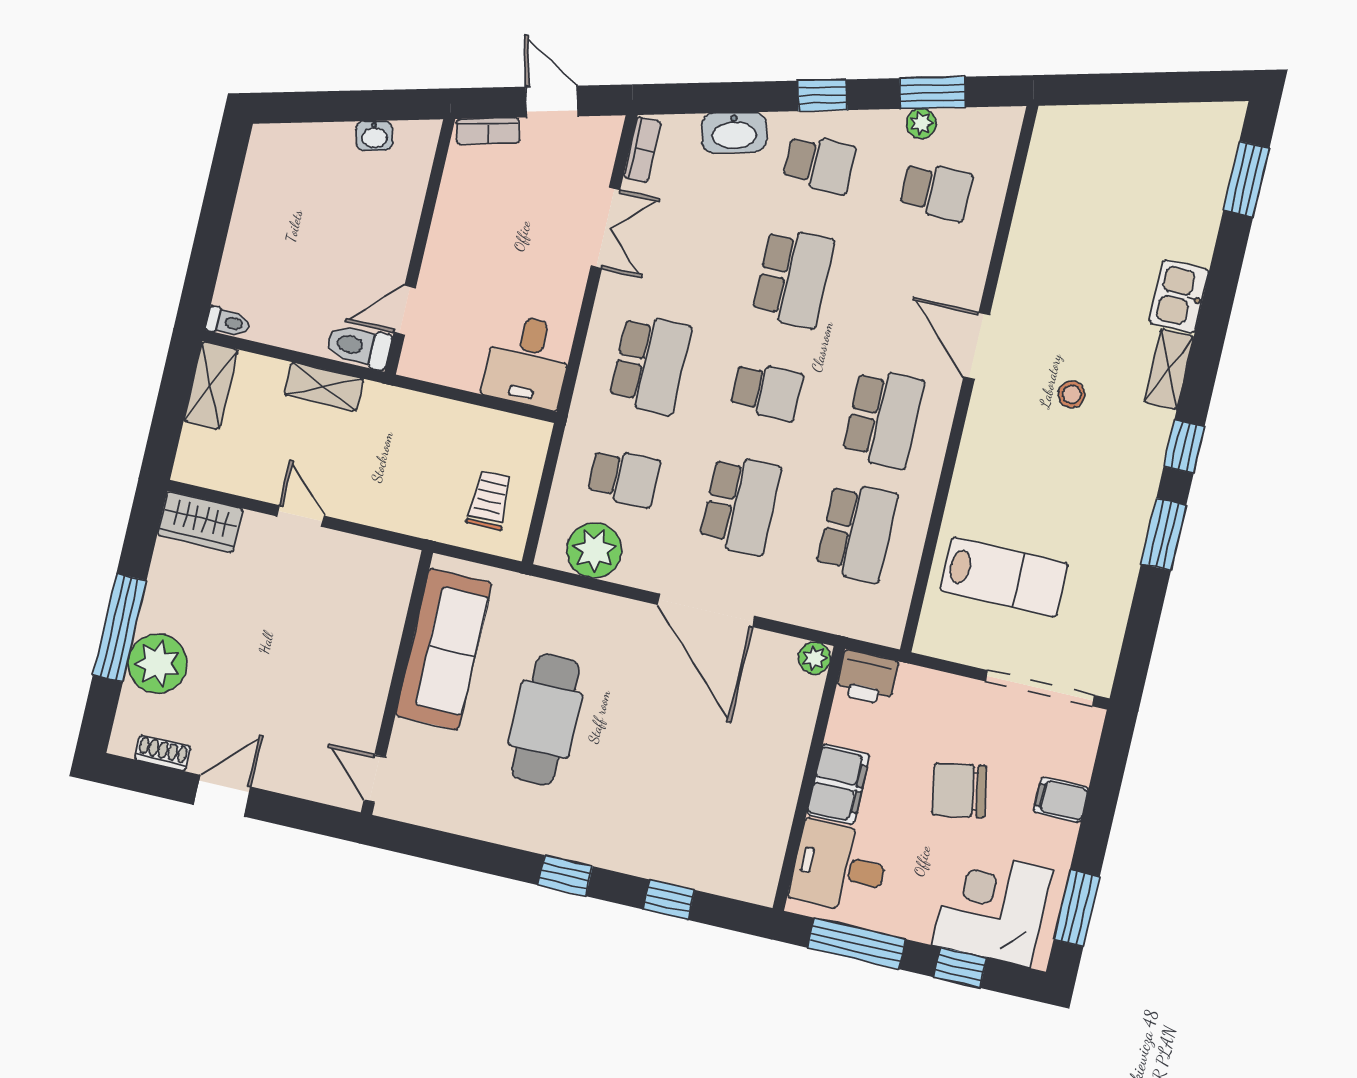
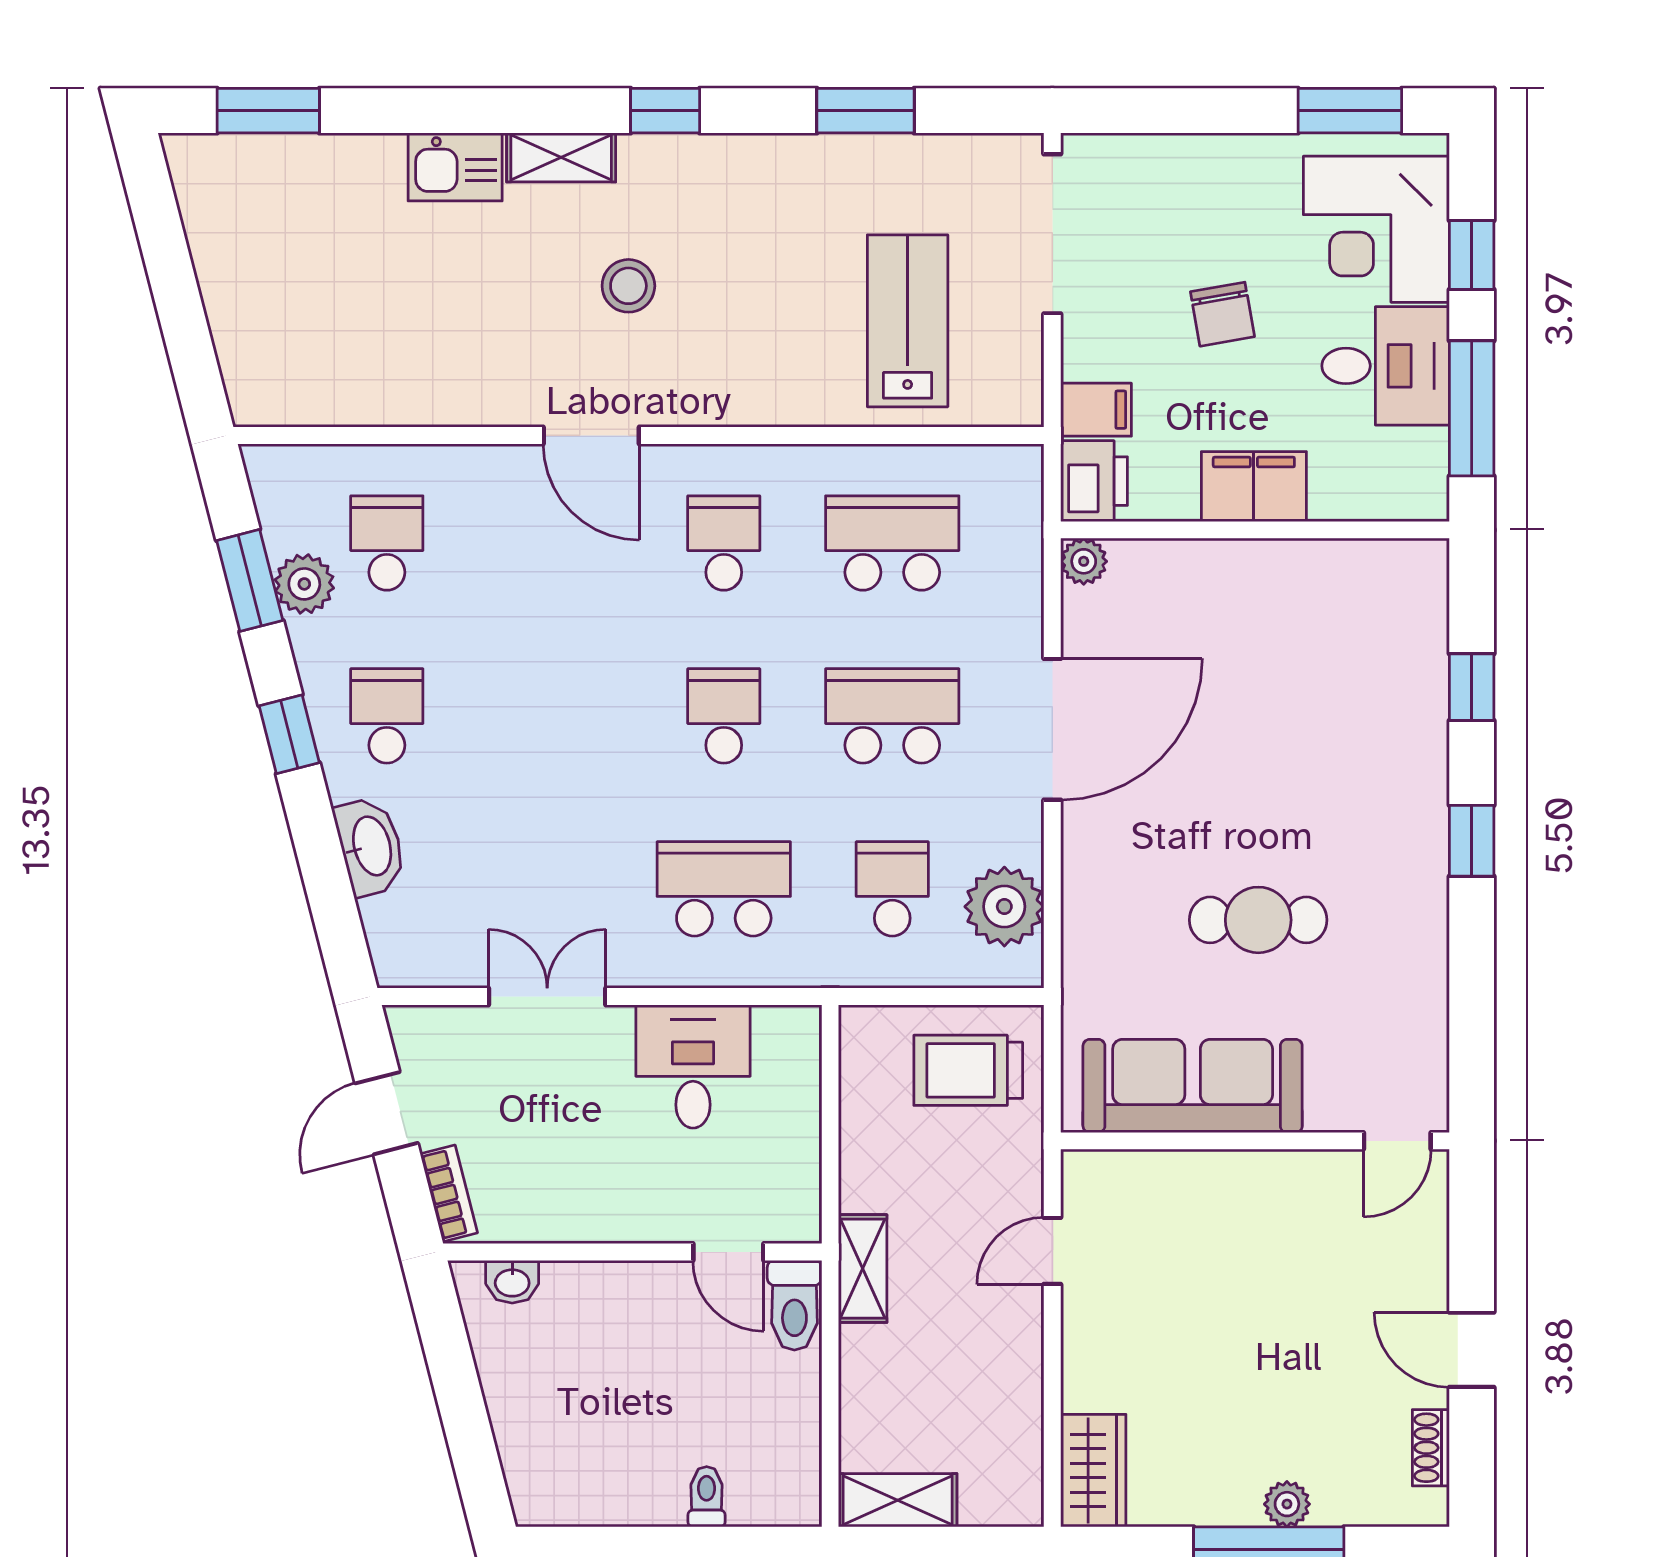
plant: (921, 123) -> (304, 584), width x1.38, depth x1.38
washbasin: (374, 136) -> (512, 1282), moved, turned 104
bookcase: (642, 150) -> (424, 970), removed
school desk: (793, 278) -> (555, 716), removed
toilet: (228, 322) -> (707, 1497), moved
door: (977, 346) -> (591, 435), hinge flipped
desk: (528, 361) -> (693, 1066), moved, turned -90
shelving: (324, 387) -> (863, 1269), moved
stool: (1072, 394) -> (628, 286), width x1.37, depth x1.37
school desk: (883, 418) -> (724, 543), width x0.54
trolley: (490, 500) -> (968, 1070), width x1.36, depth x1.39
door: (301, 516) -> (1052, 1251), moved
window: (1164, 534) -> (865, 111), moved
plant: (157, 664) -> (1287, 1504), width x0.53, depth x0.53
cafe table: (545, 719) -> (1258, 920), width x0.73, depth x0.74
chair: (959, 790) -> (1222, 314), width x0.73, depth x0.73
filing cabinet: (1061, 800) -> (1096, 410), moved, turned -90
desk: (839, 867) -> (1386, 366), moved, turned -90

